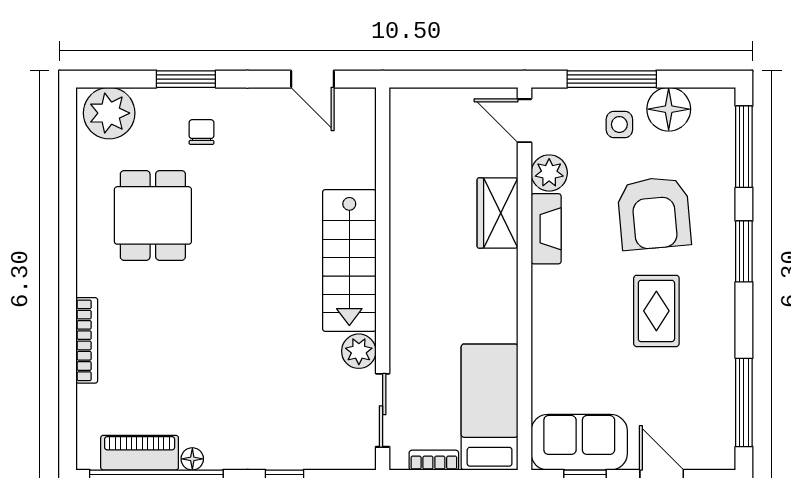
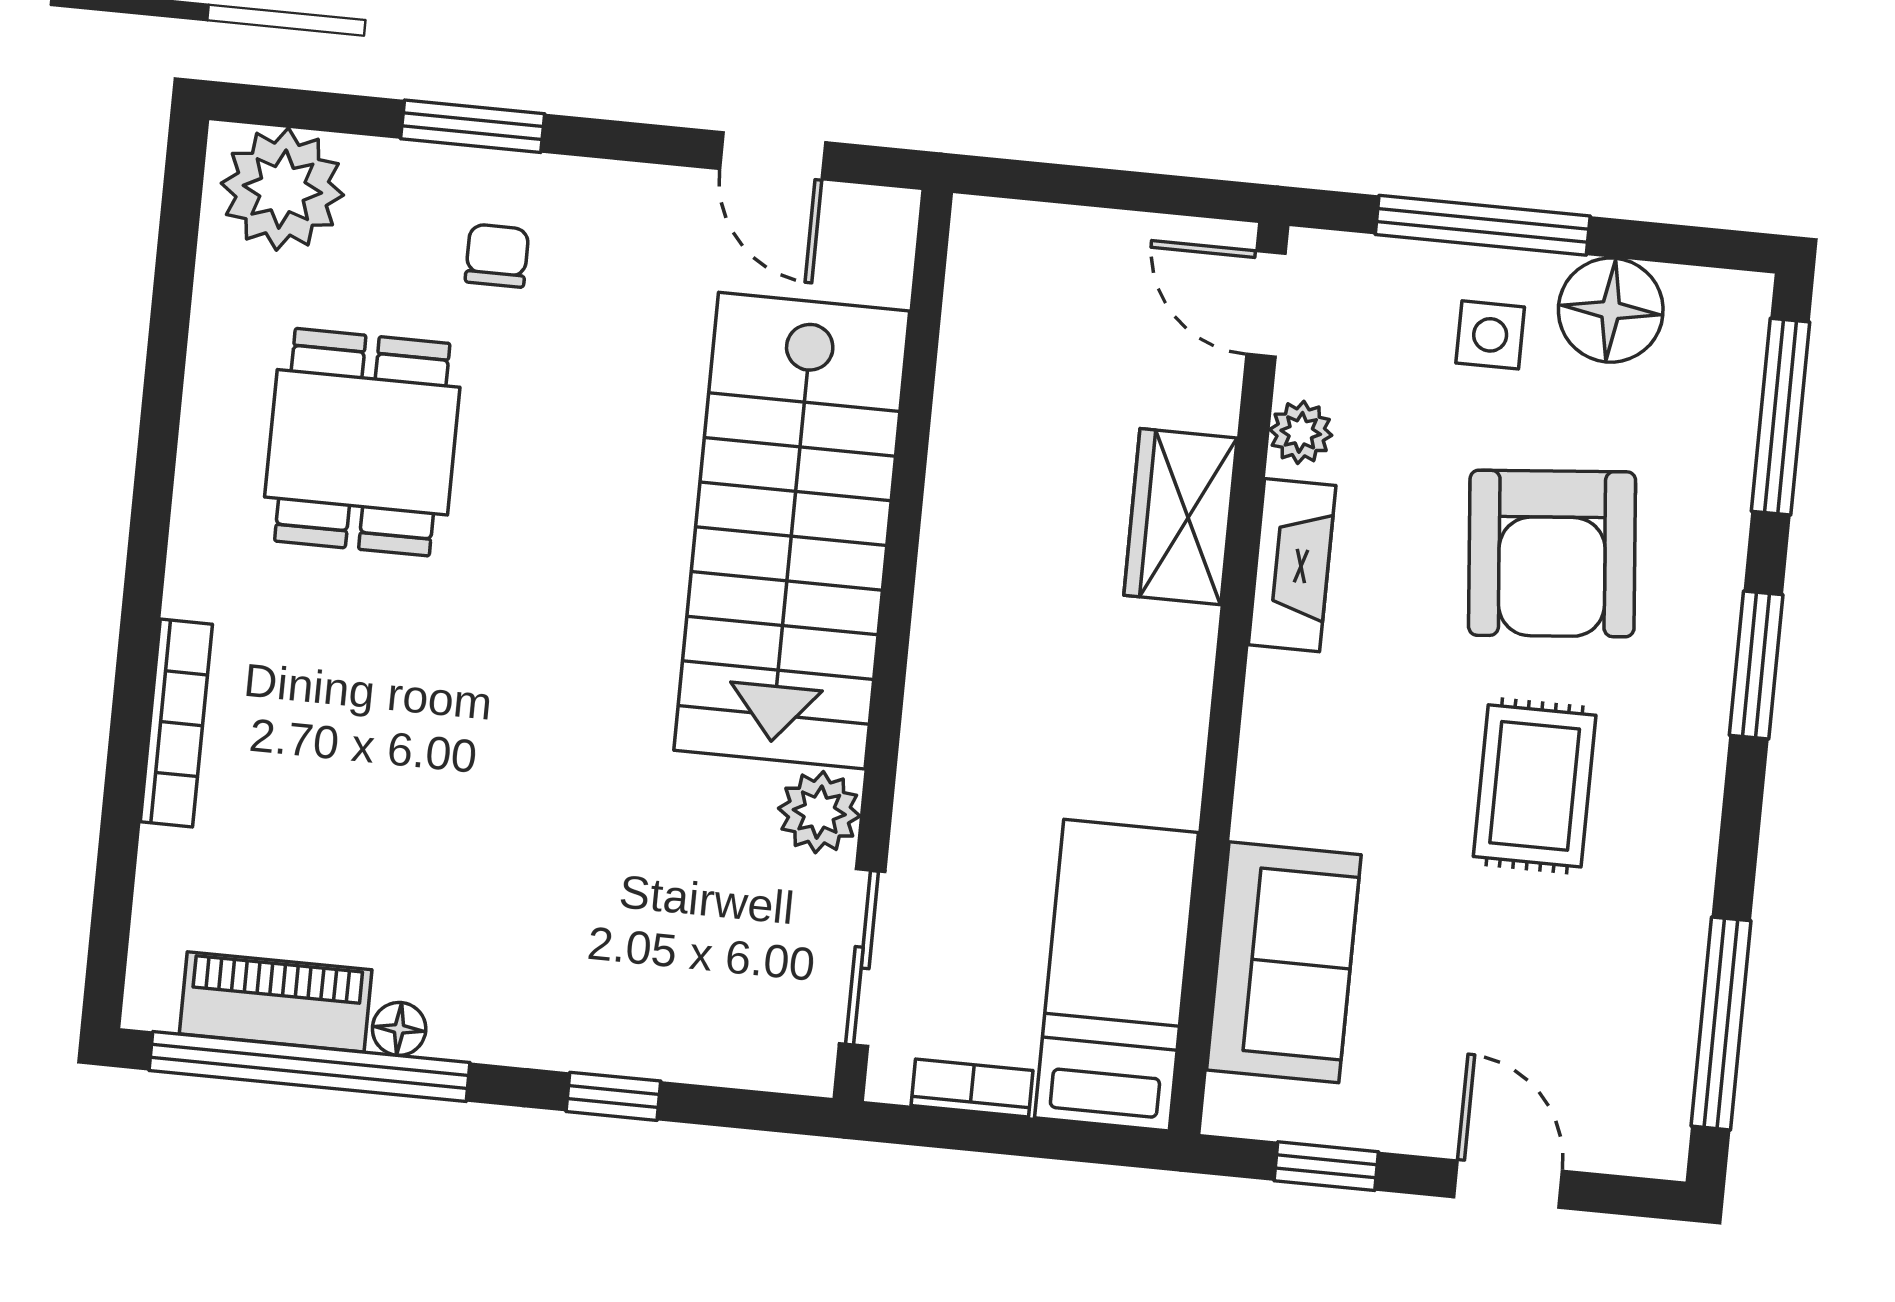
plant: (549, 173) -> (1301, 432), width x0.73, depth x0.73
stairs: (349, 261) -> (792, 531), width x1.36, depth x1.51
sofa: (579, 442) -> (1284, 962), moved, turned 90

